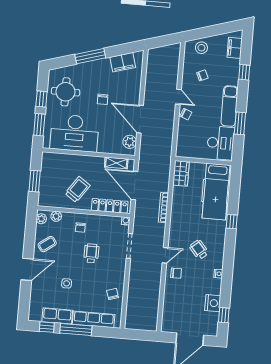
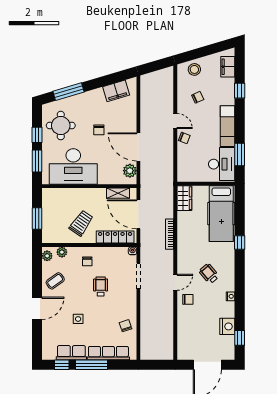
window: (90, 56) -> (68, 92), moved
window: (240, 123) -> (240, 154), moved

